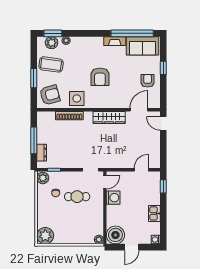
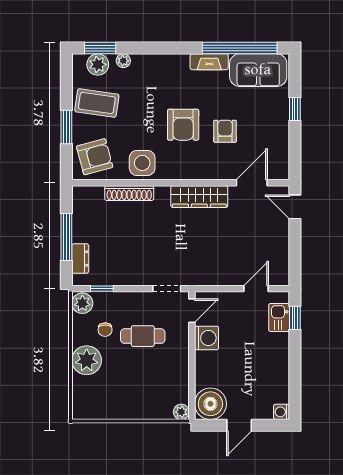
armchair: (148, 81) -> (225, 131), moved
kitchen sink: (154, 213) -> (279, 317), moved
plant: (45, 236) -> (87, 360), moved

